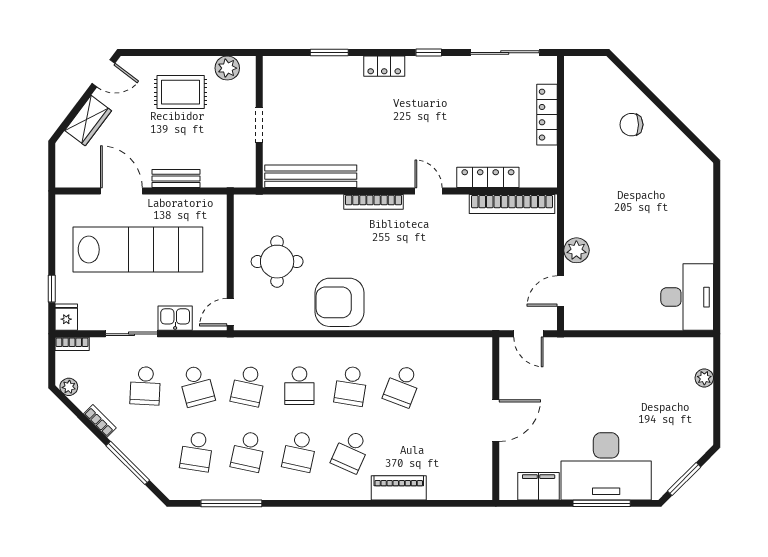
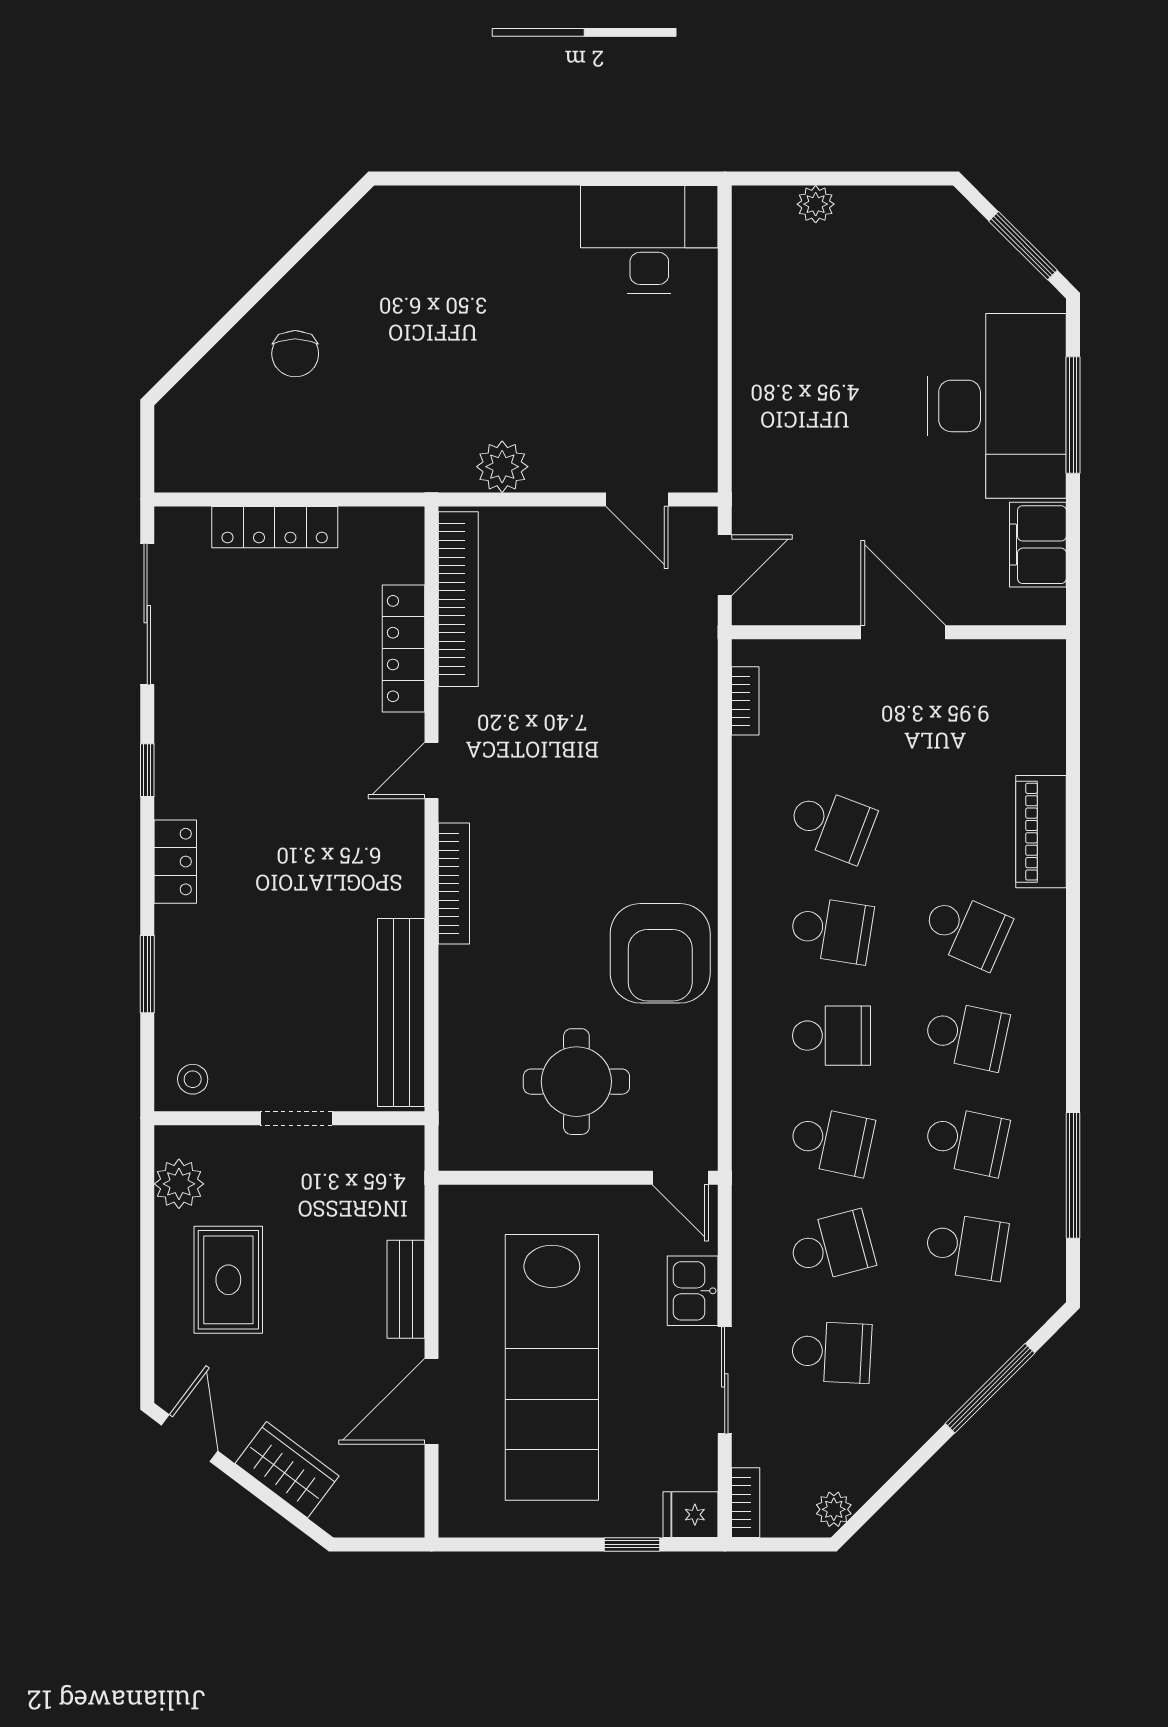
stool: (278, 75) -> (193, 1079), added
lab bench: (138, 250) -> (552, 1367), turned 180
plant: (576, 250) -> (502, 467), moved
bookcase: (100, 421) -> (745, 701), moved, turned 135

